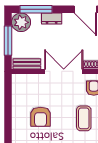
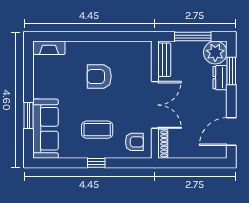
window: (36, 9) -> (231, 71), width x0.69
dresser: (52, 18) -> (220, 78), moved

